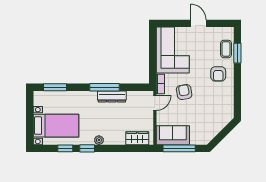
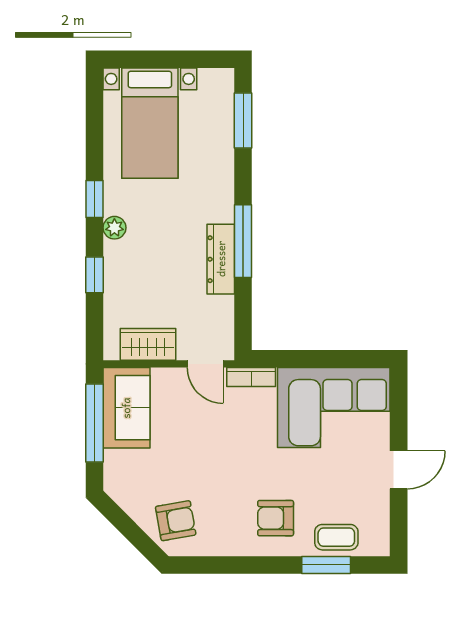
armchair: (184, 92) -> (176, 521), moved
wardrobe: (137, 138) -> (148, 344), moved, turned -90
window: (65, 148) -> (94, 275), moved

